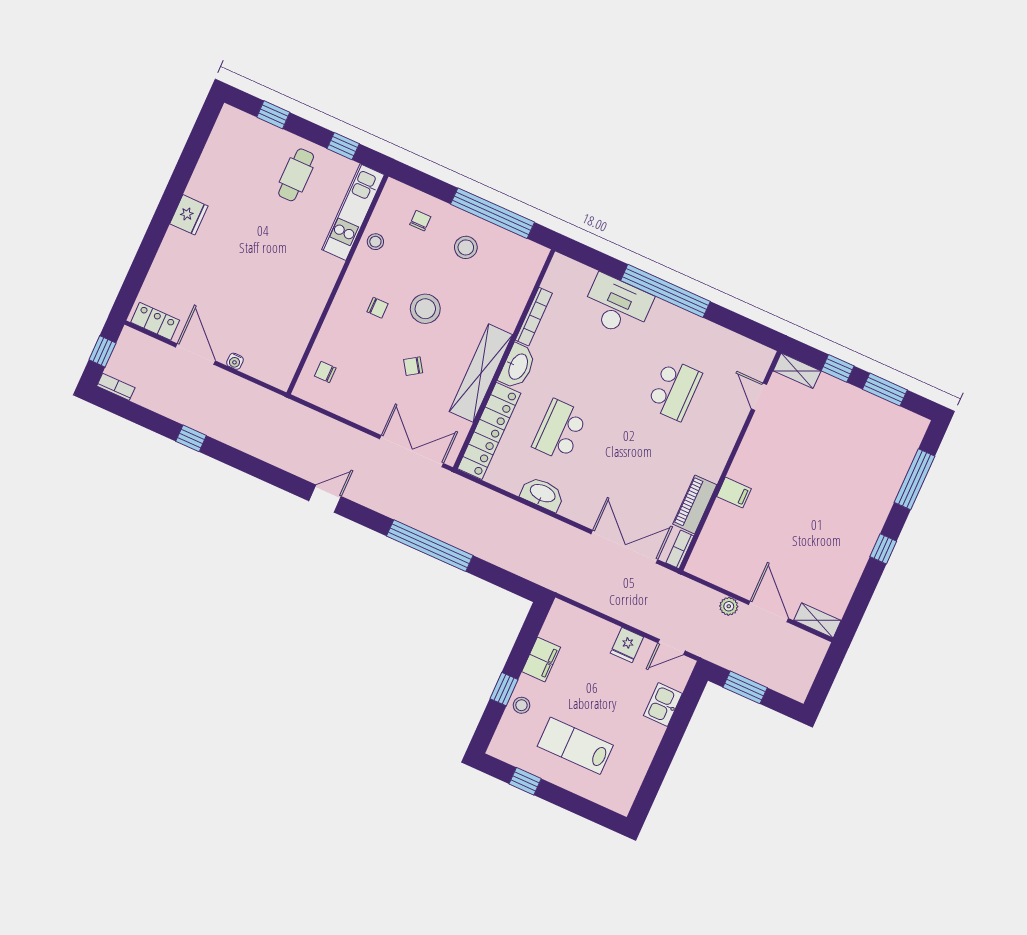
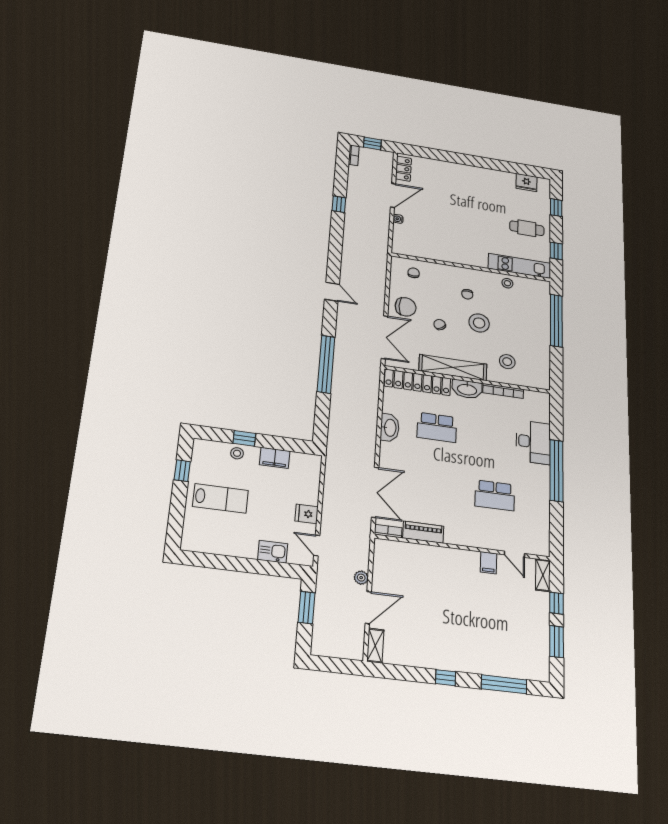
window: (492, 213) -> (556, 321), moved
fridge: (189, 215) -> (526, 183), moved
chair: (420, 221) -> (406, 307), moved, width x1.87, depth x1.87
stool: (466, 247) -> (507, 362), moved
door: (759, 397) -> (514, 554), swing flipped
school desk: (560, 430) -> (437, 427), turned 180
filing cabinet: (734, 493) -> (488, 563), moved
lab bench: (575, 746) -> (220, 498), turned 90

